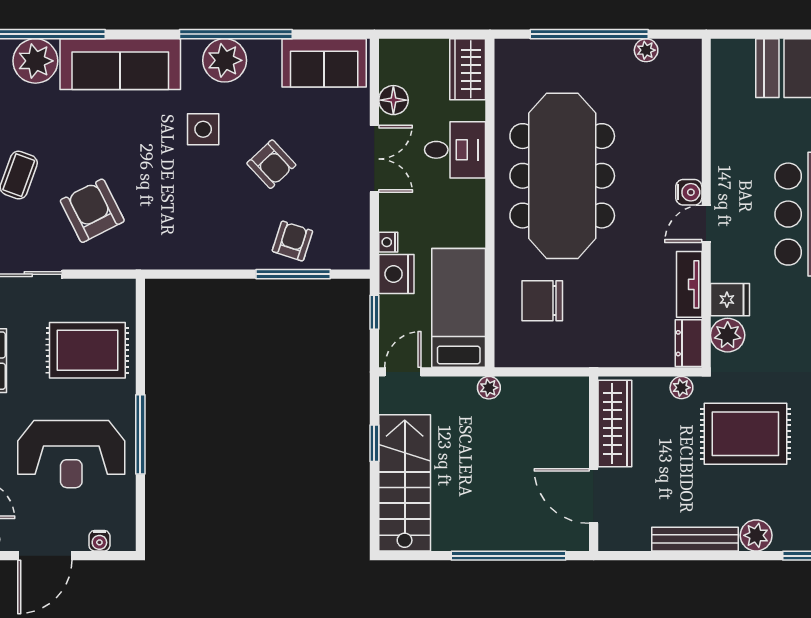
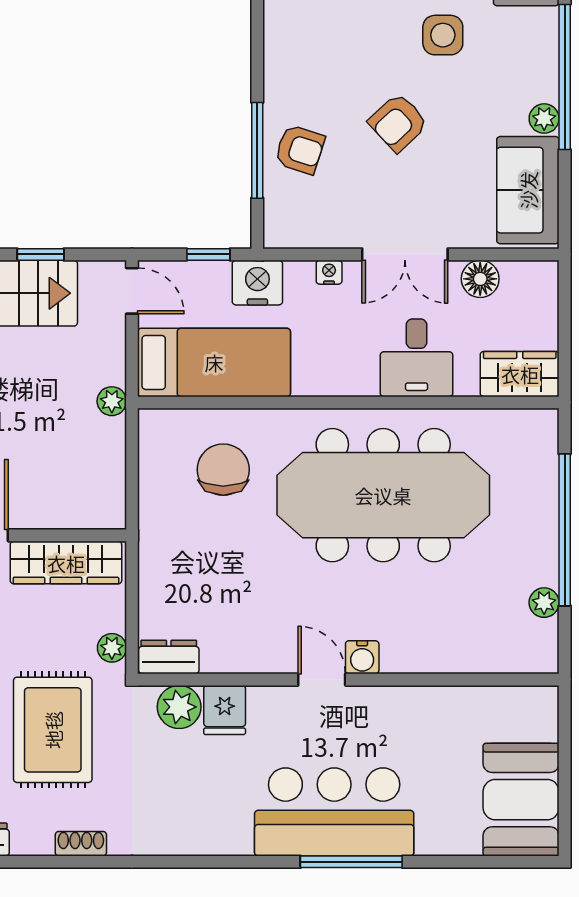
plant: (225, 60) -> (544, 119), moved, width x0.53, depth x0.53
nightstand: (388, 242) -> (329, 272), moved
tv unit: (689, 284) -> (244, 658), removed

